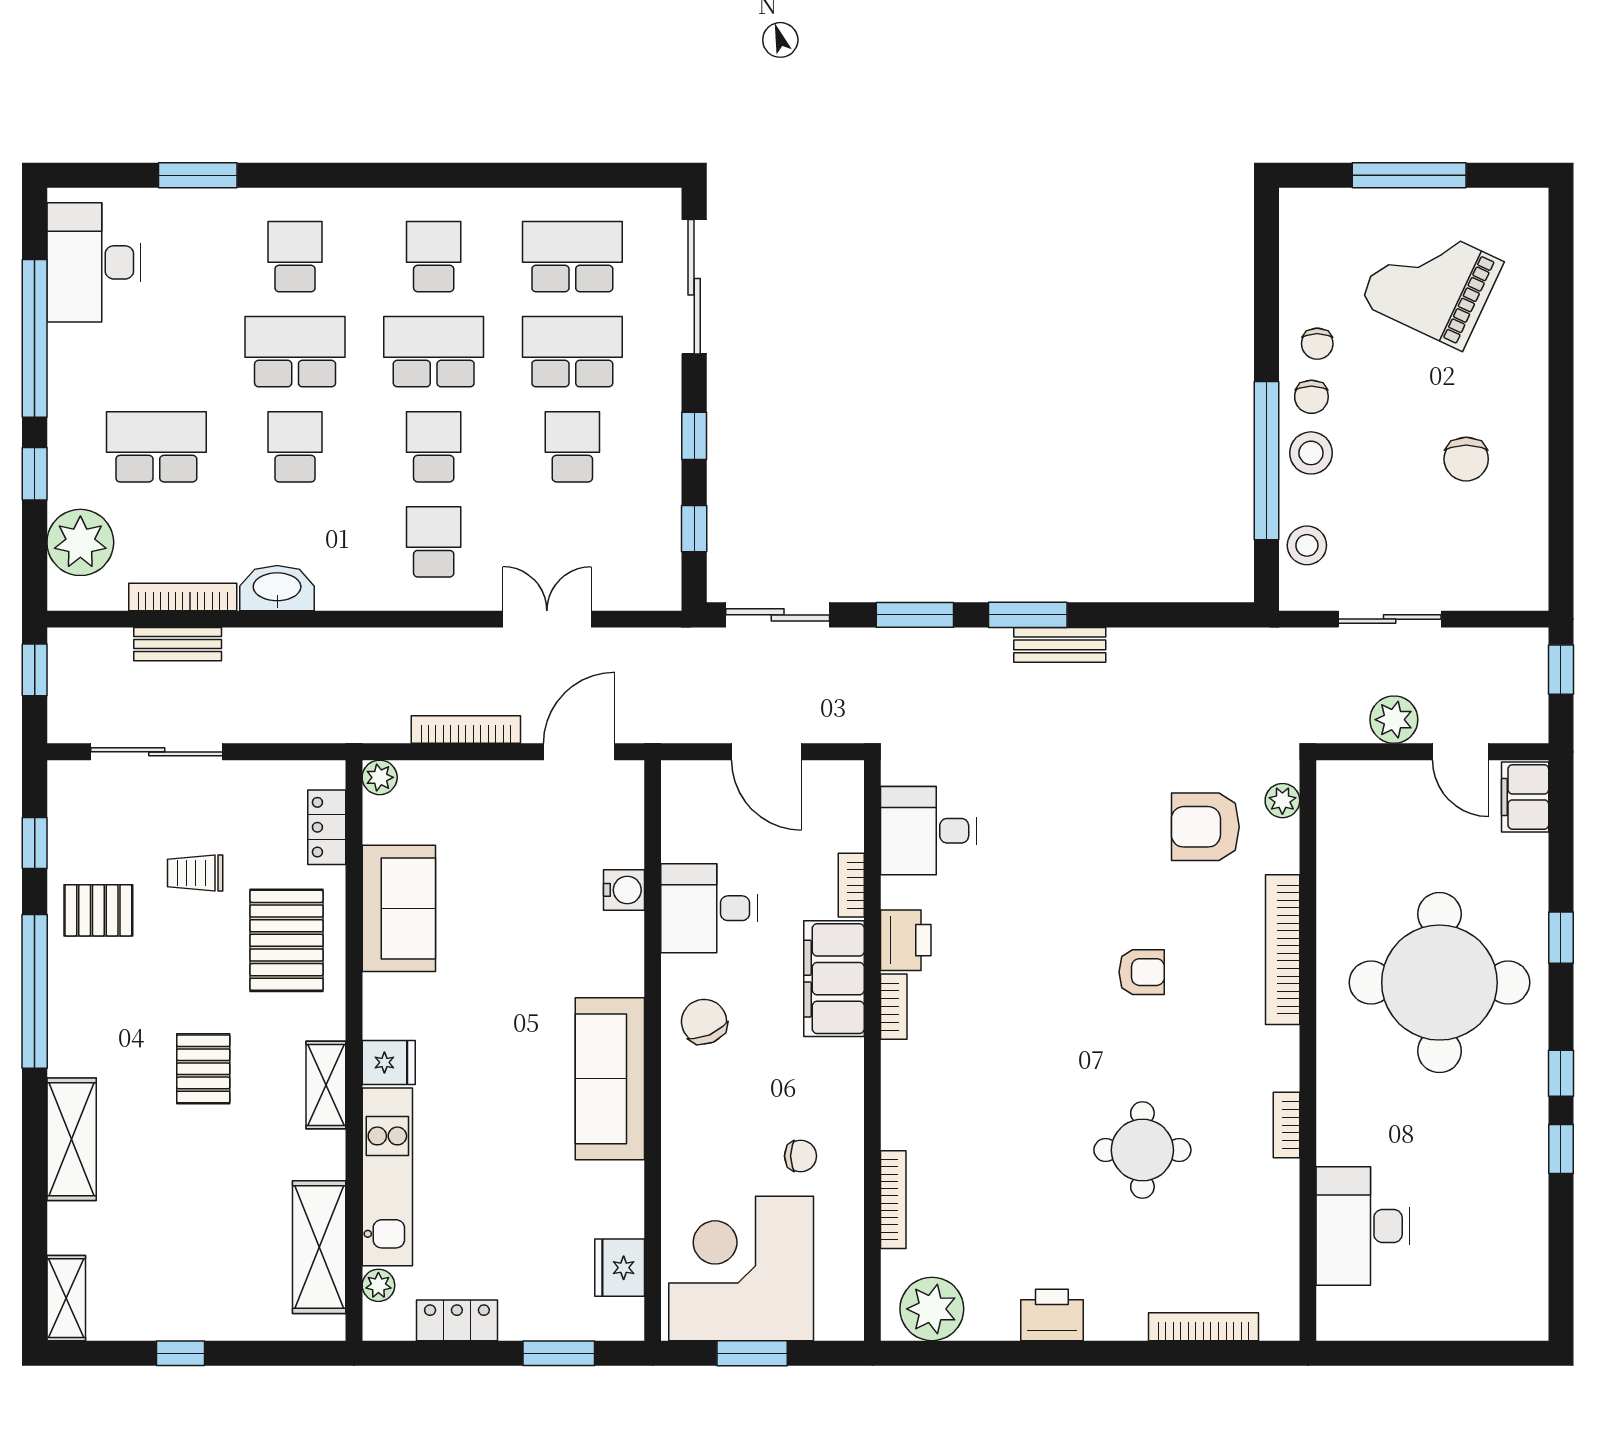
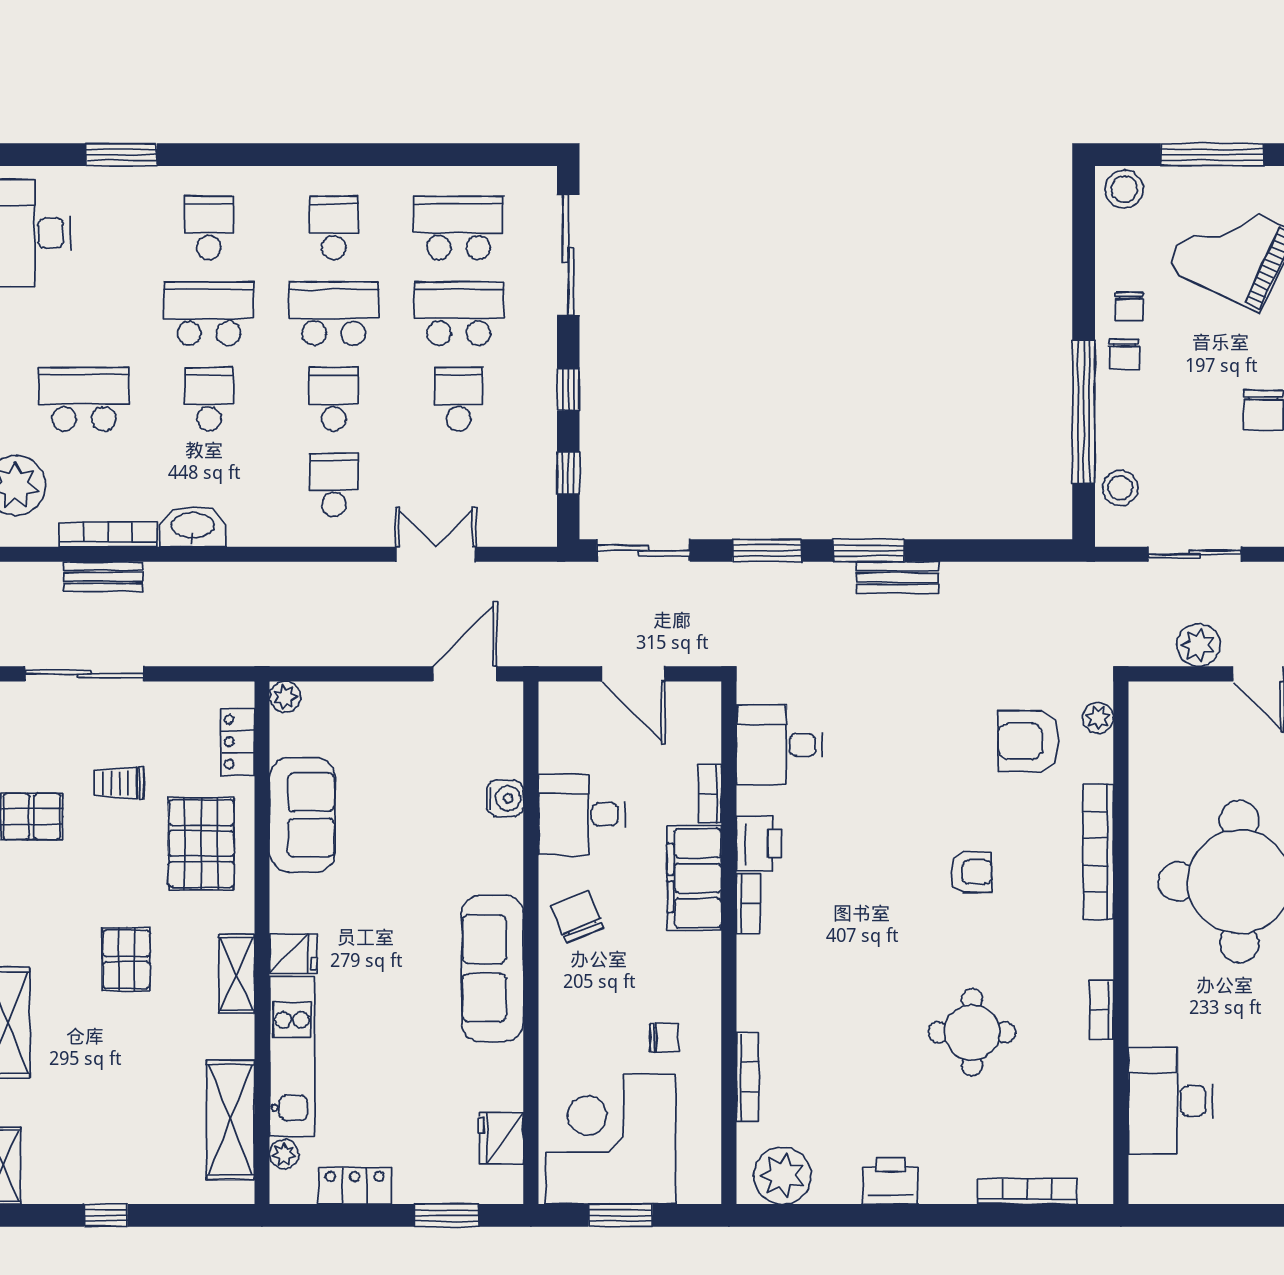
stool: (1311, 453) -> (1124, 189), moved
bookcase: (466, 730) -> (363, 654), removed

